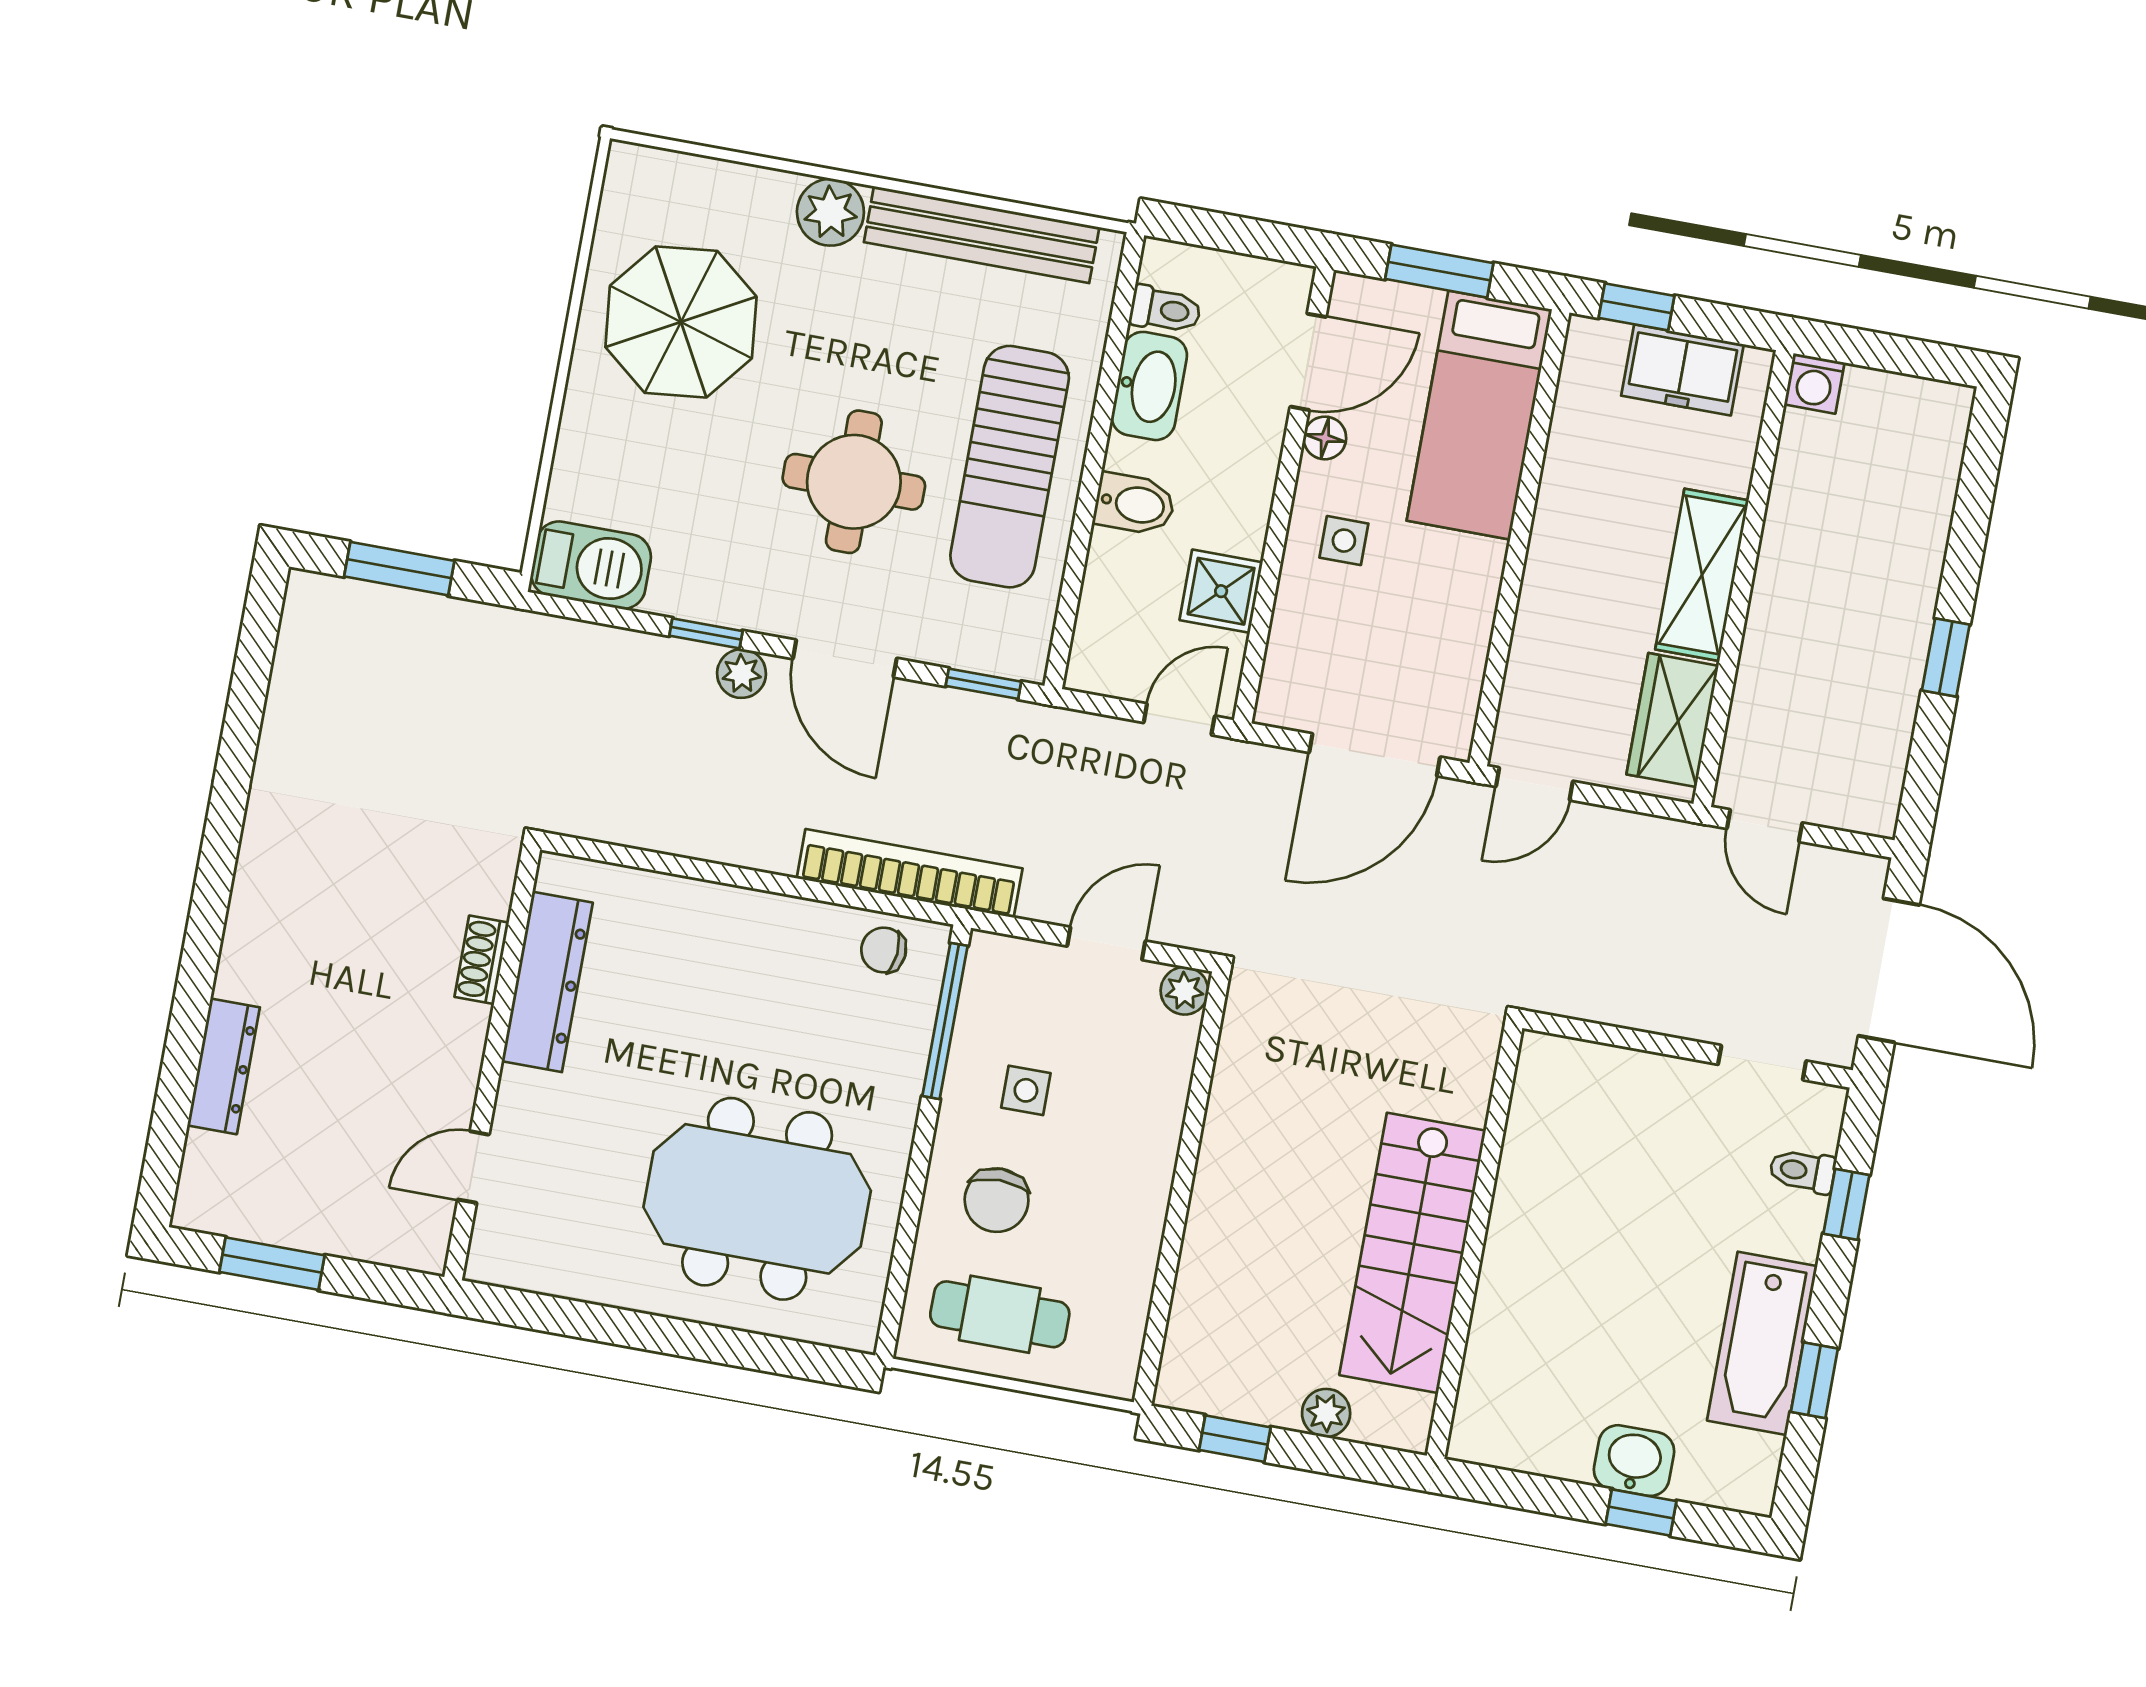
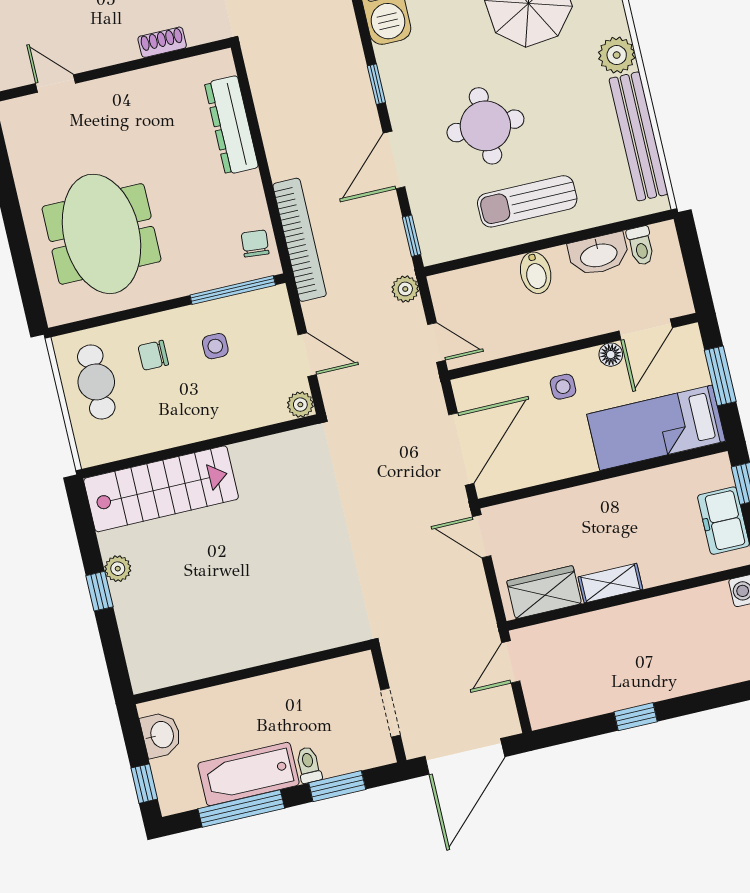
door: (1308, 362) -> (646, 329), hinge flipped
sun lounger: (1010, 467) -> (527, 201), width x0.73, depth x0.75
shelving: (1702, 575) -> (610, 583), width x0.67, depth x0.75
shower: (1221, 591) -> (511, 336), removed
plant: (742, 674) -> (405, 289), moved
door: (1375, 755) -> (461, 449), swing flipped
dresser: (547, 982) -> (231, 125), moved, turned 90
toilet: (1802, 1171) -> (309, 765), moved
chair: (997, 1200) -> (153, 355), width x0.73, depth x0.73
window: (1846, 1204) -> (337, 786), width x1.50
wall: (1475, 1242) -> (252, 672), moved
stairs: (1413, 1253) -> (161, 489), moved, turned 180
window: (1814, 1380) -> (241, 808), width x2.17
window: (1235, 1439) -> (99, 591), moved
window: (1641, 1512) -> (144, 784), moved

